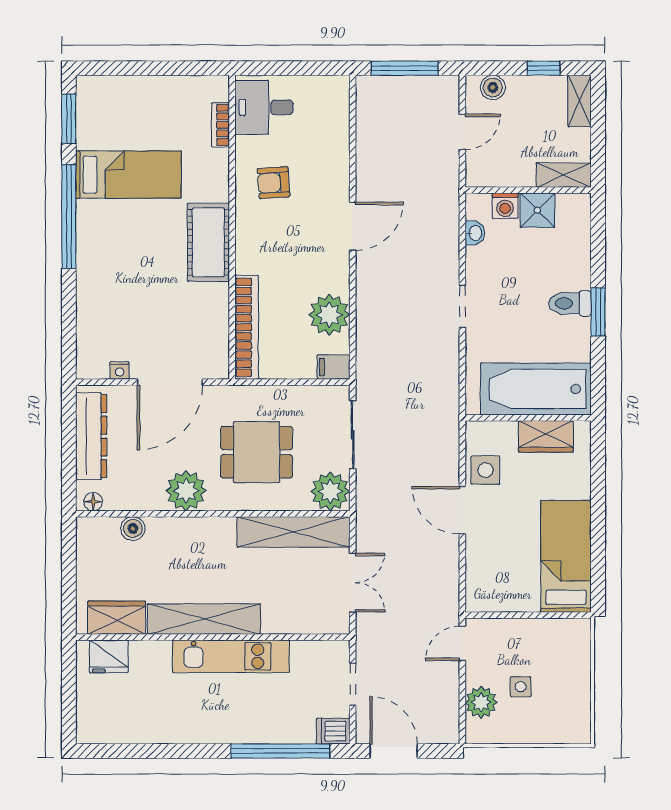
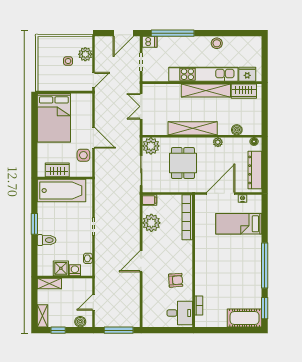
bed: (128, 175) -> (239, 224), moved
cot: (208, 242) -> (245, 318), moved, turned 90
toilet: (570, 303) -> (47, 240), moved
dining table: (257, 452) -> (183, 163), turned 90
plant: (186, 491) -> (218, 142), width x0.53, depth x0.53
shelving: (293, 532) -> (193, 128), moved
bed: (566, 556) -> (54, 118), width x1.50
kitchen unit: (231, 656) -> (203, 74), width x1.36
stool: (179, 728) -> (217, 43), added
door: (394, 751) -> (123, 33), hinge flipped

